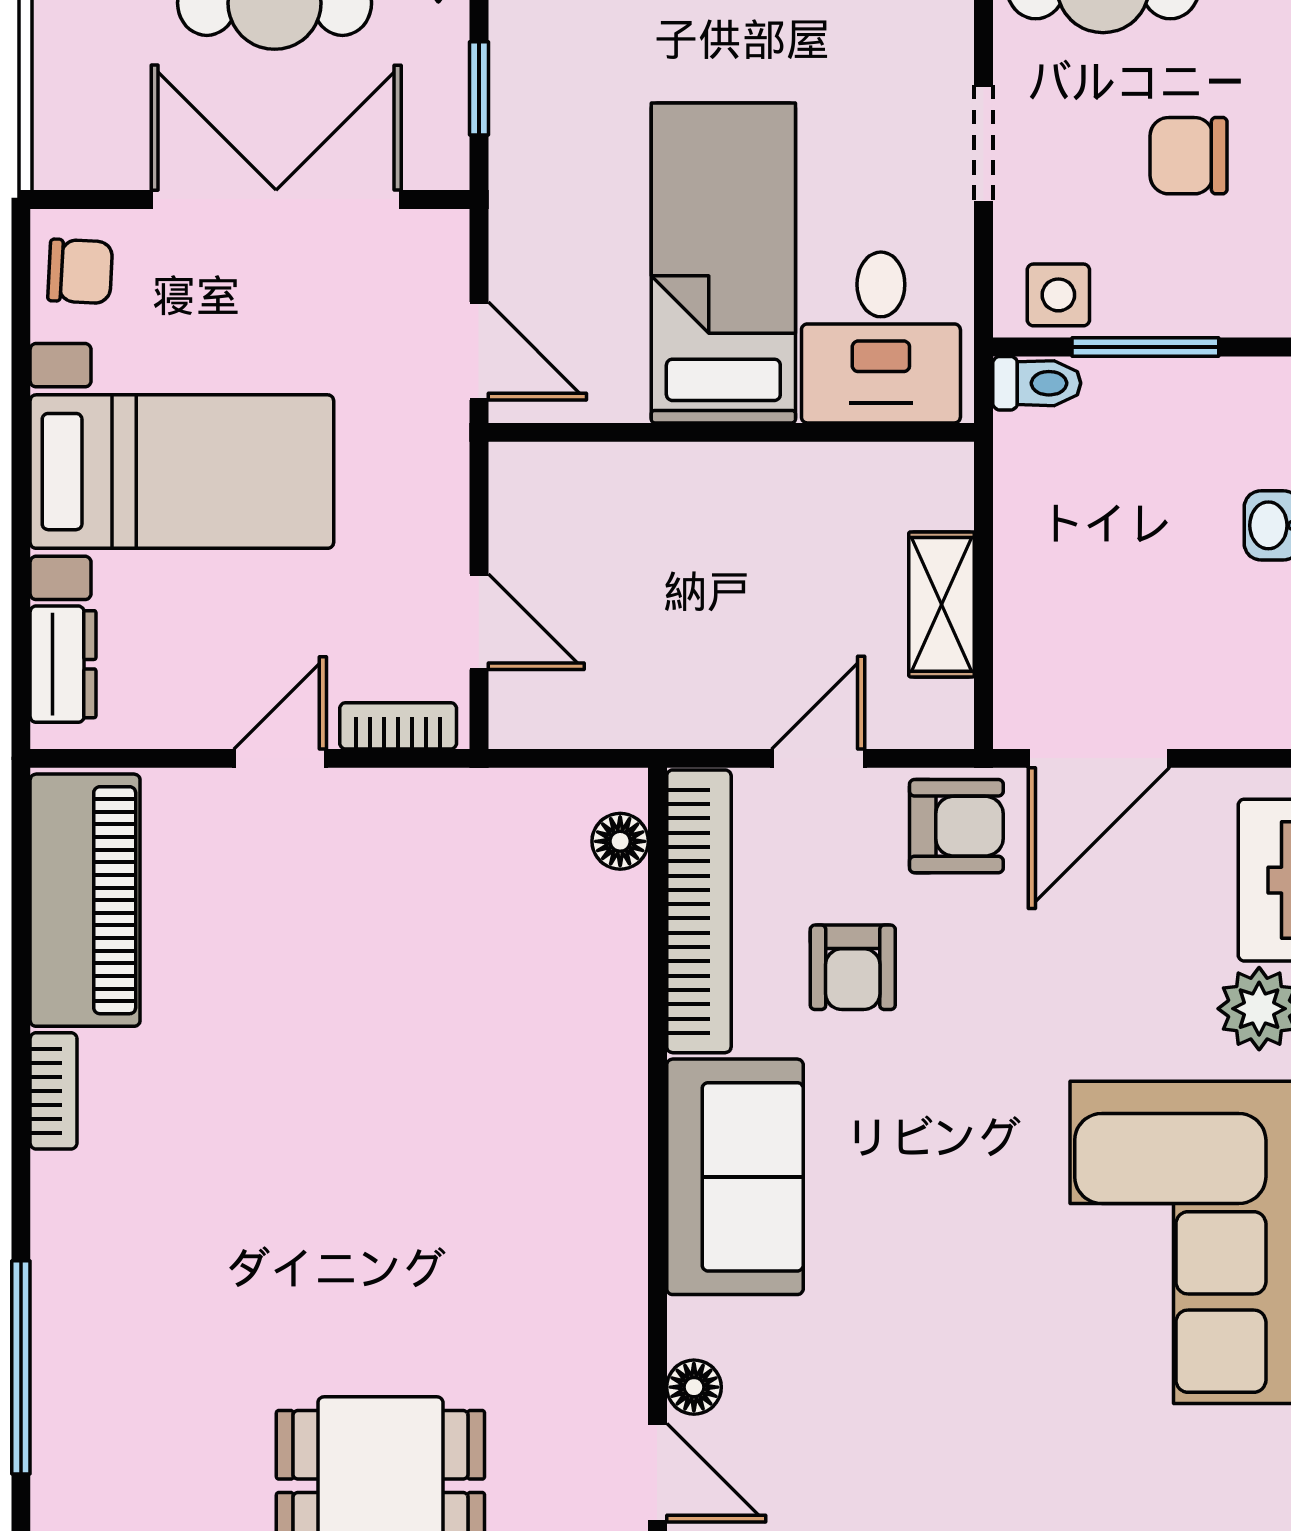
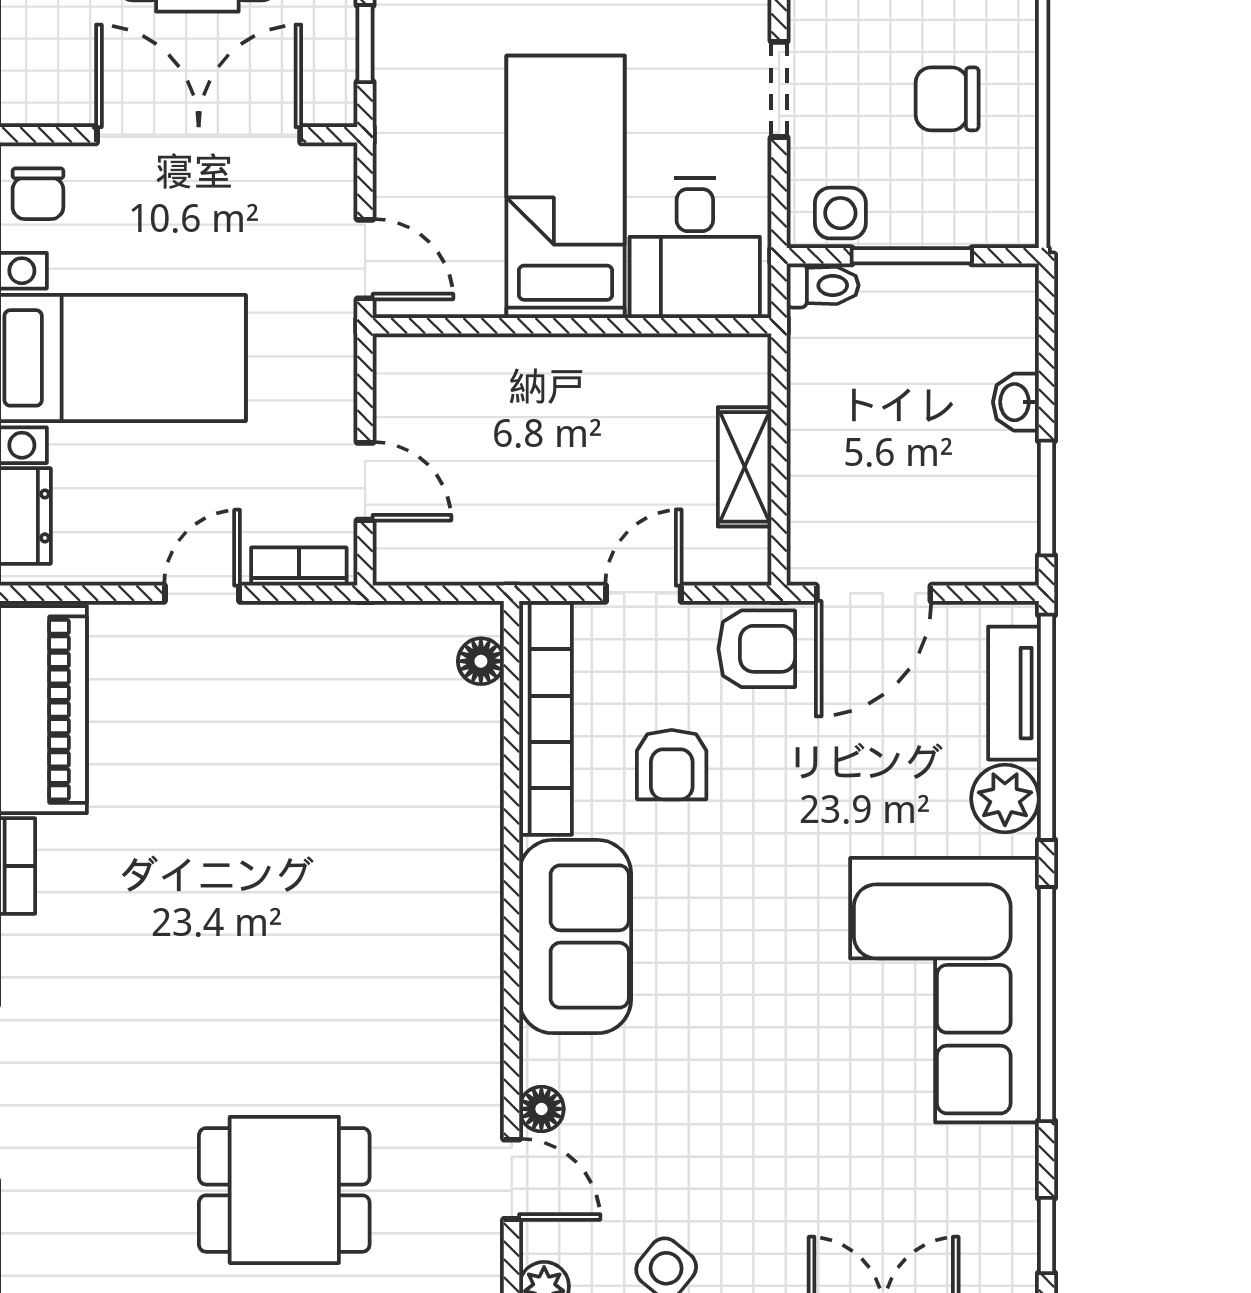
chair: (80, 271) -> (38, 194), turned 87

